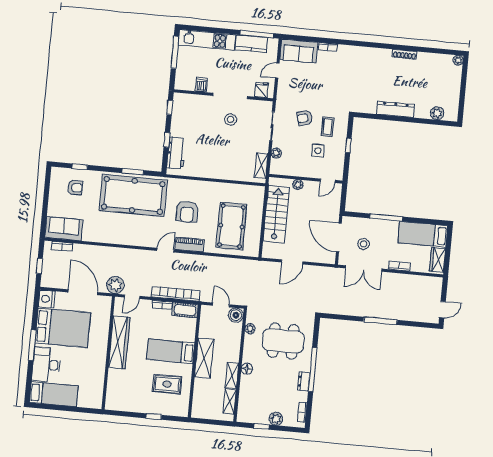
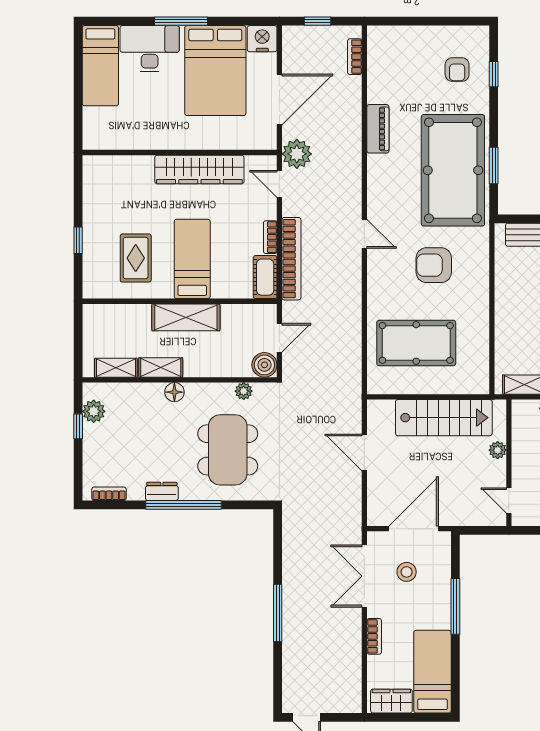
sofa: (64, 229) -> (385, 57), removed
piano: (189, 245) -> (378, 129), moved
plant: (276, 419) -> (94, 411), moved

